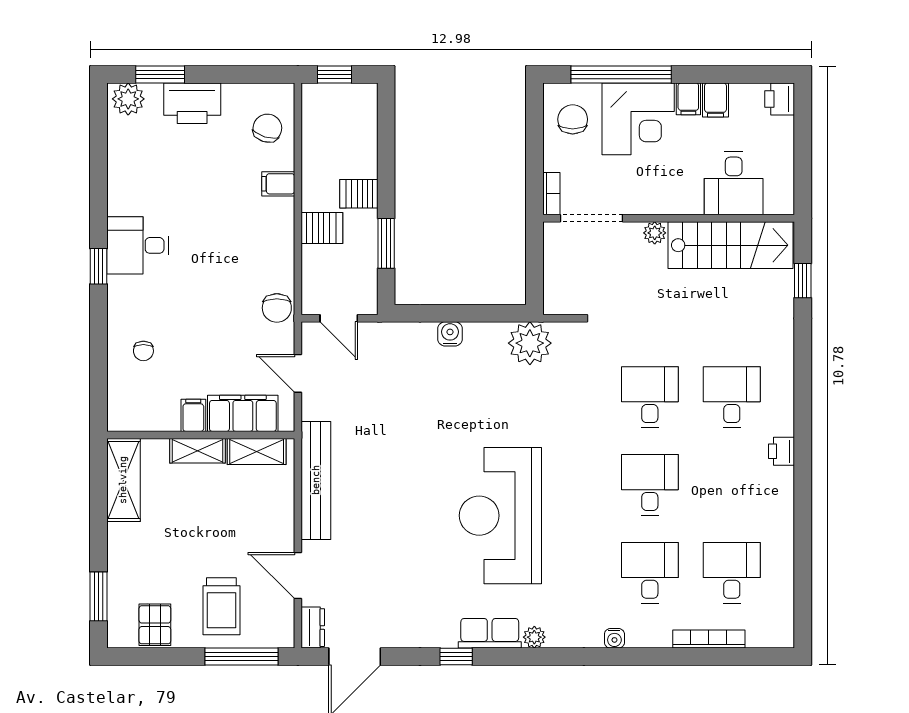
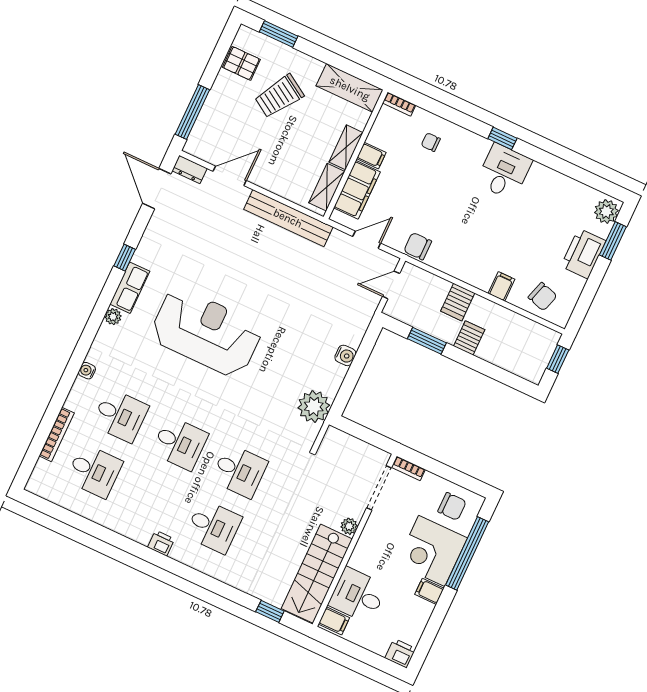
filing cabinet: (715, 100) -> (334, 621), moved, turned 180
bookcase: (115, 411) -> (399, 104), added
trolley: (221, 606) -> (279, 96), moved, turned -58

